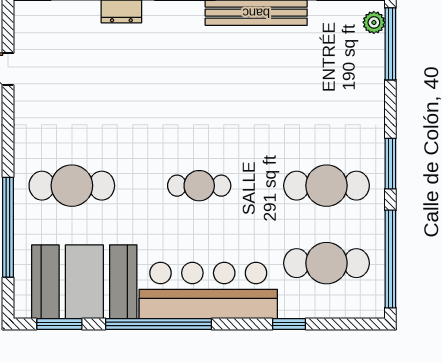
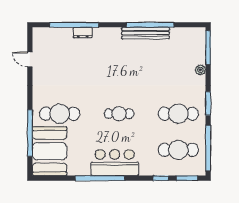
plant: (374, 22) -> (200, 70), moved
booth: (84, 282) -> (50, 151), moved, turned 90
bar counter: (208, 290) -> (115, 163), width x0.73
window: (59, 324) -> (187, 178), moved

